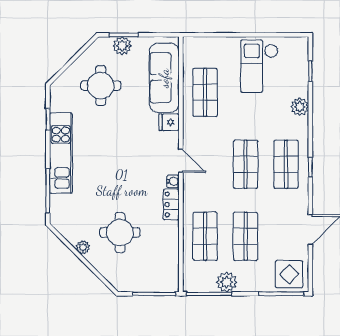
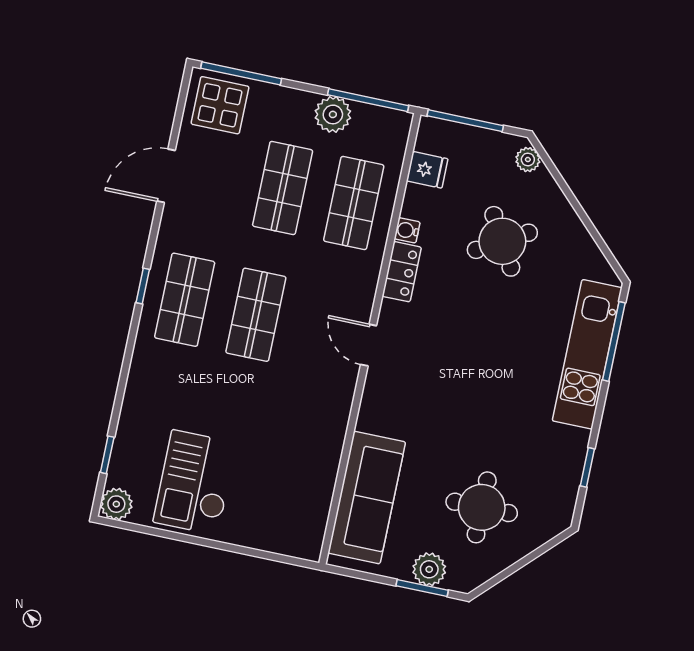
checkout: (259, 66) -> (195, 482), turned 180
shop shelf: (205, 92) -> (300, 456), removed
plant: (300, 107) -> (116, 504), moved
fridge: (169, 122) -> (427, 170), moved
kitchen unit: (61, 153) -> (587, 354), moved
water cooler: (173, 181) -> (407, 230), moved
round table: (120, 233) -> (502, 241), turned -30
plant: (83, 247) -> (528, 160), moved

